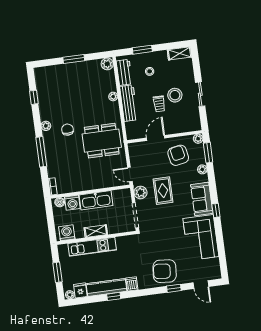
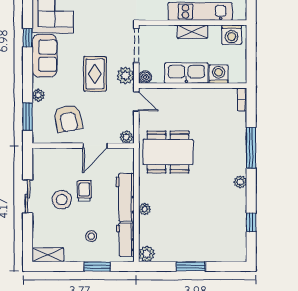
chair: (67, 130) -> (212, 173), removed
plant: (198, 139) -> (126, 137), moved
boiler: (60, 202) -> (145, 77), moved

